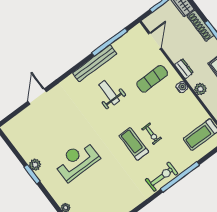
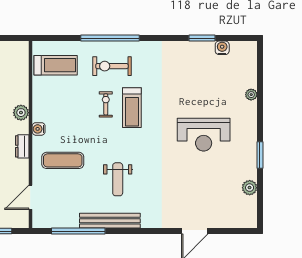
plant: (35, 165) -> (250, 188), moved
exercise bike: (162, 177) -> (112, 66), moved

